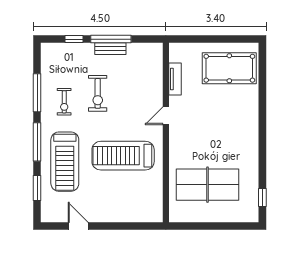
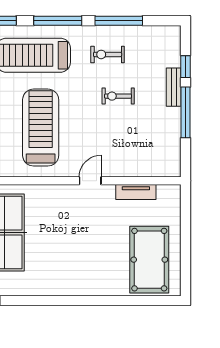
bench: (110, 49) -> (174, 87), moved
exercise bike: (98, 93) -> (118, 96), width x0.73, depth x0.72
door: (166, 116) -> (90, 181), hinge flipped

